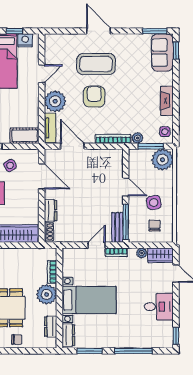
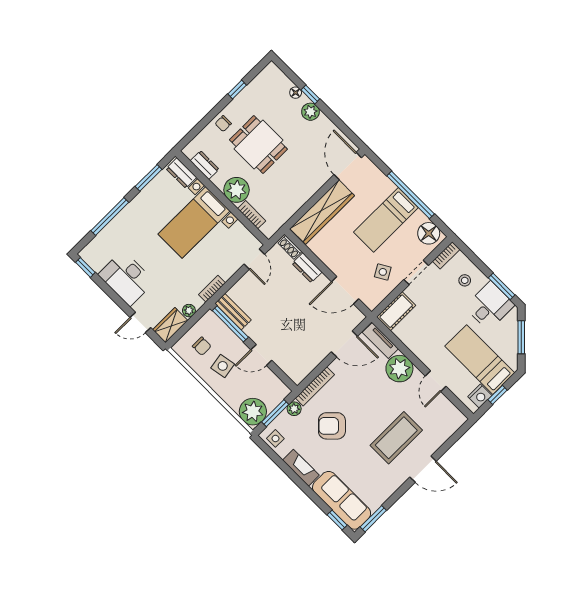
sofa: (162, 53) -> (342, 500), width x1.36
armchair: (94, 96) -> (332, 426), moved, turned 135
door: (97, 245) -> (254, 259), moved
desk: (159, 307) -> (126, 278), width x1.37

